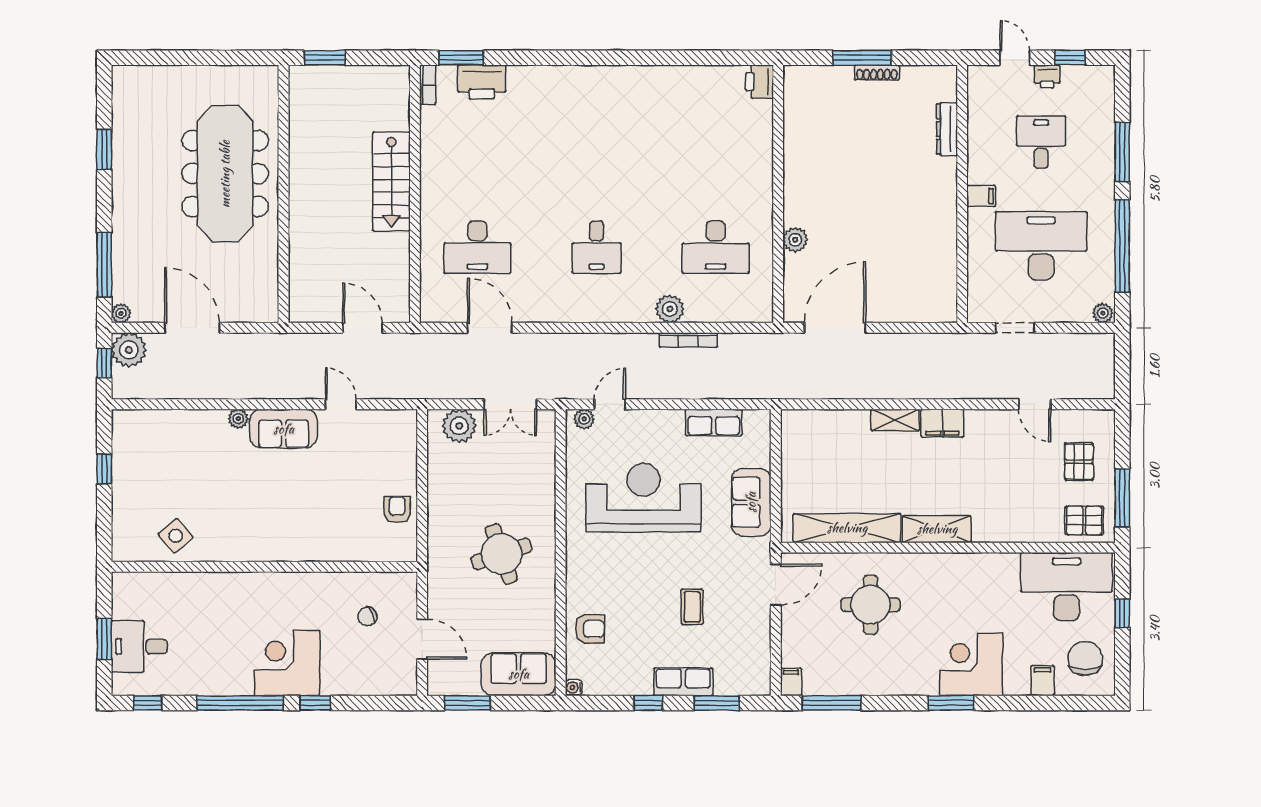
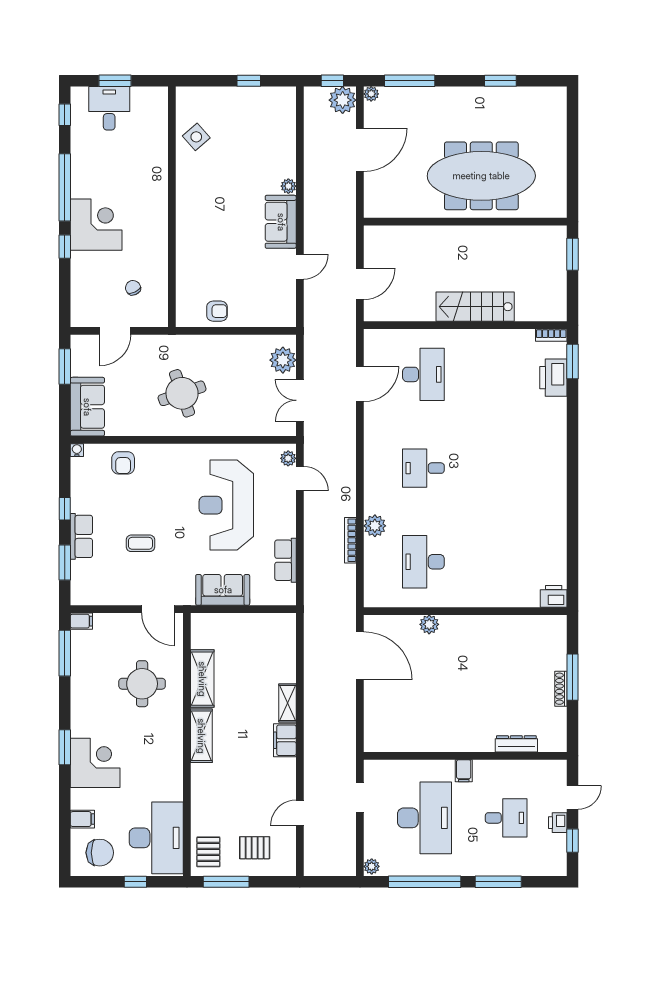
desk: (477, 247) -> (423, 374), turned 180
reception desk: (644, 498) -> (226, 505), turned 180
shelving: (847, 528) -> (202, 679), width x0.68

